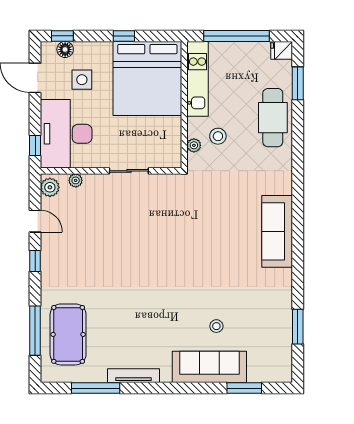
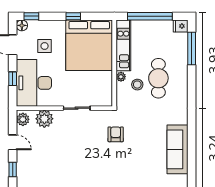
floor lamp: (65, 49) -> (22, 25), moved
window: (298, 83) -> (192, 49), width x1.44
cafe table: (273, 118) -> (158, 78), moved
window: (35, 145) -> (13, 79), moved
plant: (194, 145) -> (121, 77), moved
plant: (76, 180) -> (44, 119), width x1.88, depth x1.88
armchair: (186, 209) -> (116, 134), added

